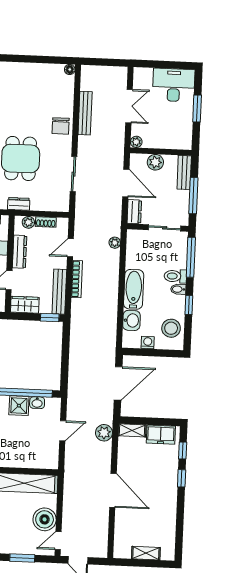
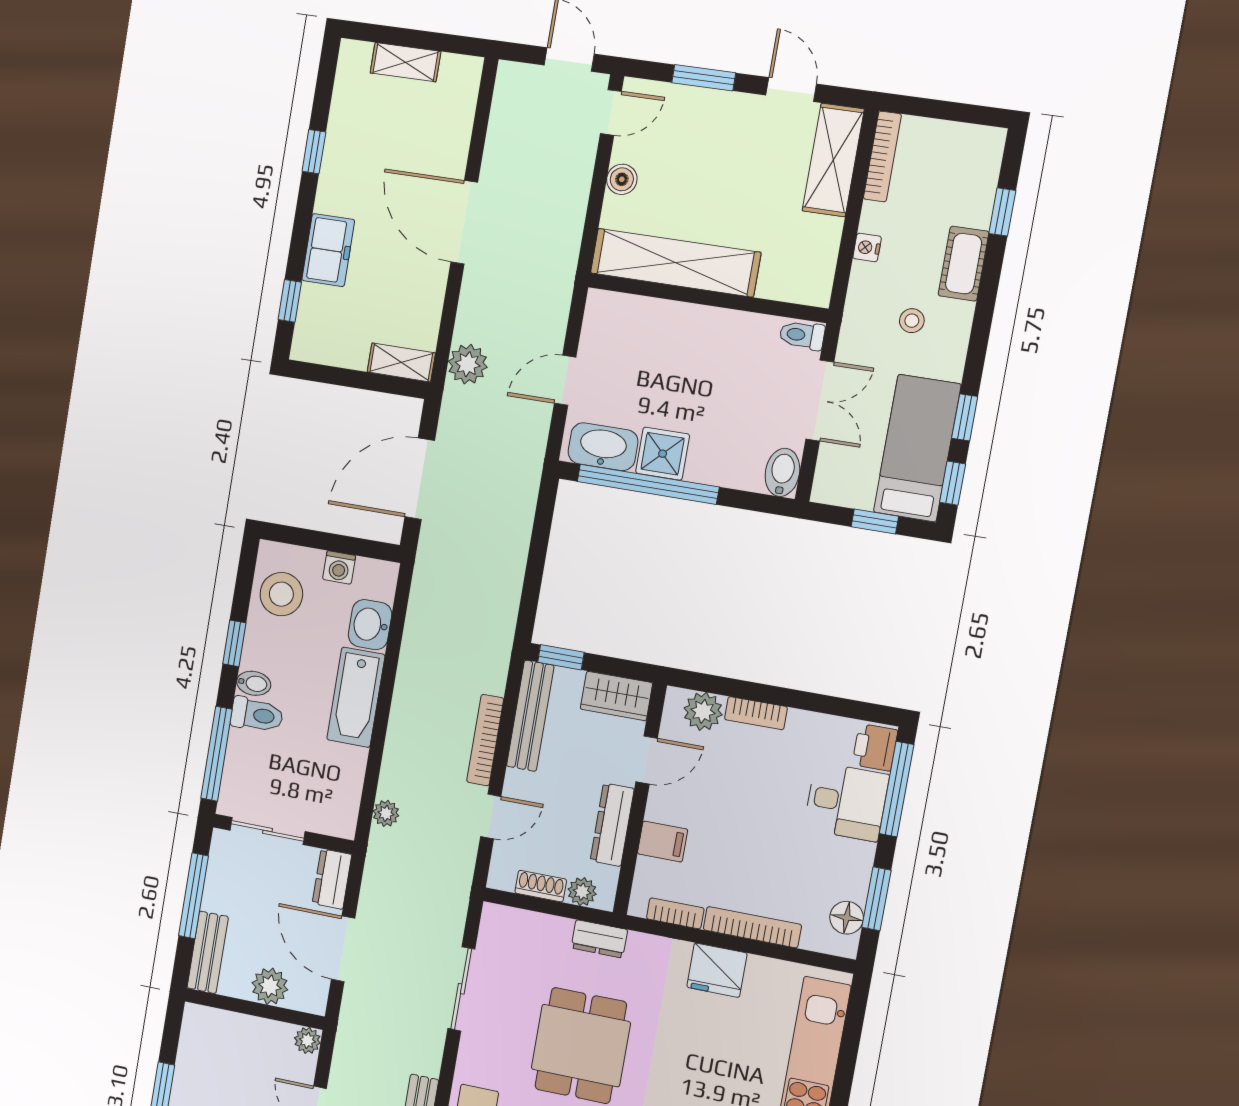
washbasin: (37, 403) -> (603, 447), width x1.91, depth x1.45
freezer: (161, 435) -> (328, 250), moved, turned 90
window: (182, 478) -> (314, 152), moved
boiler: (45, 519) -> (622, 179), width x0.54, depth x0.54

